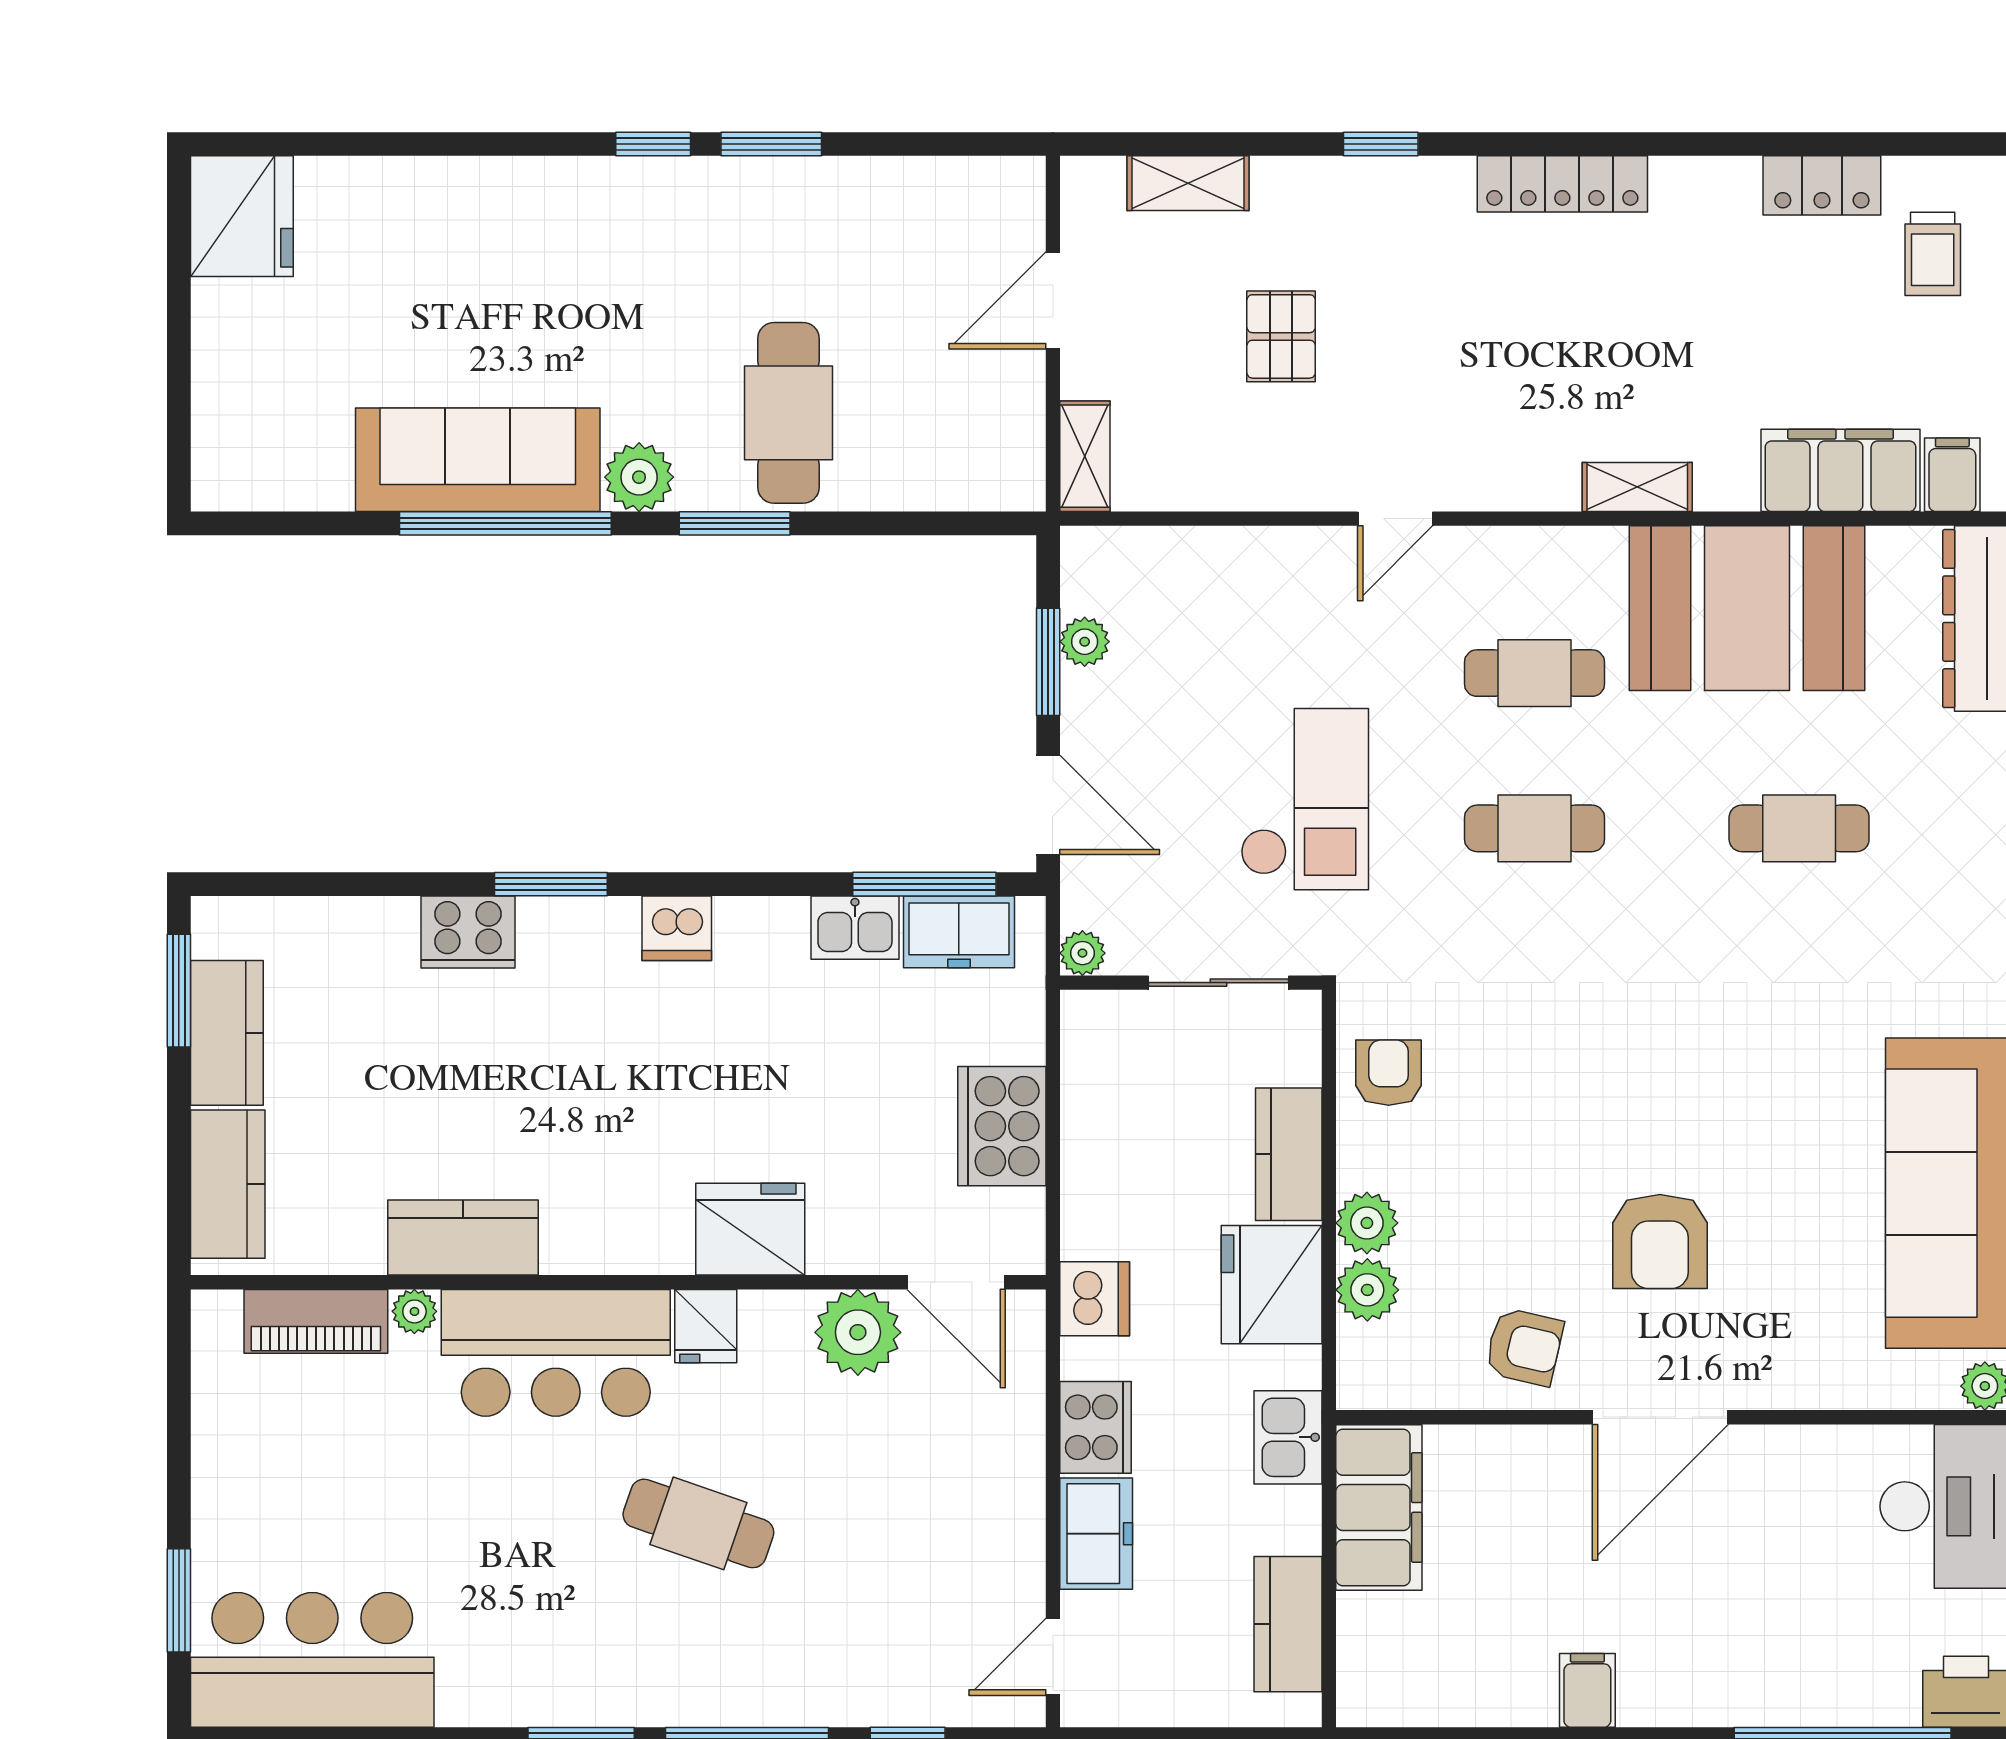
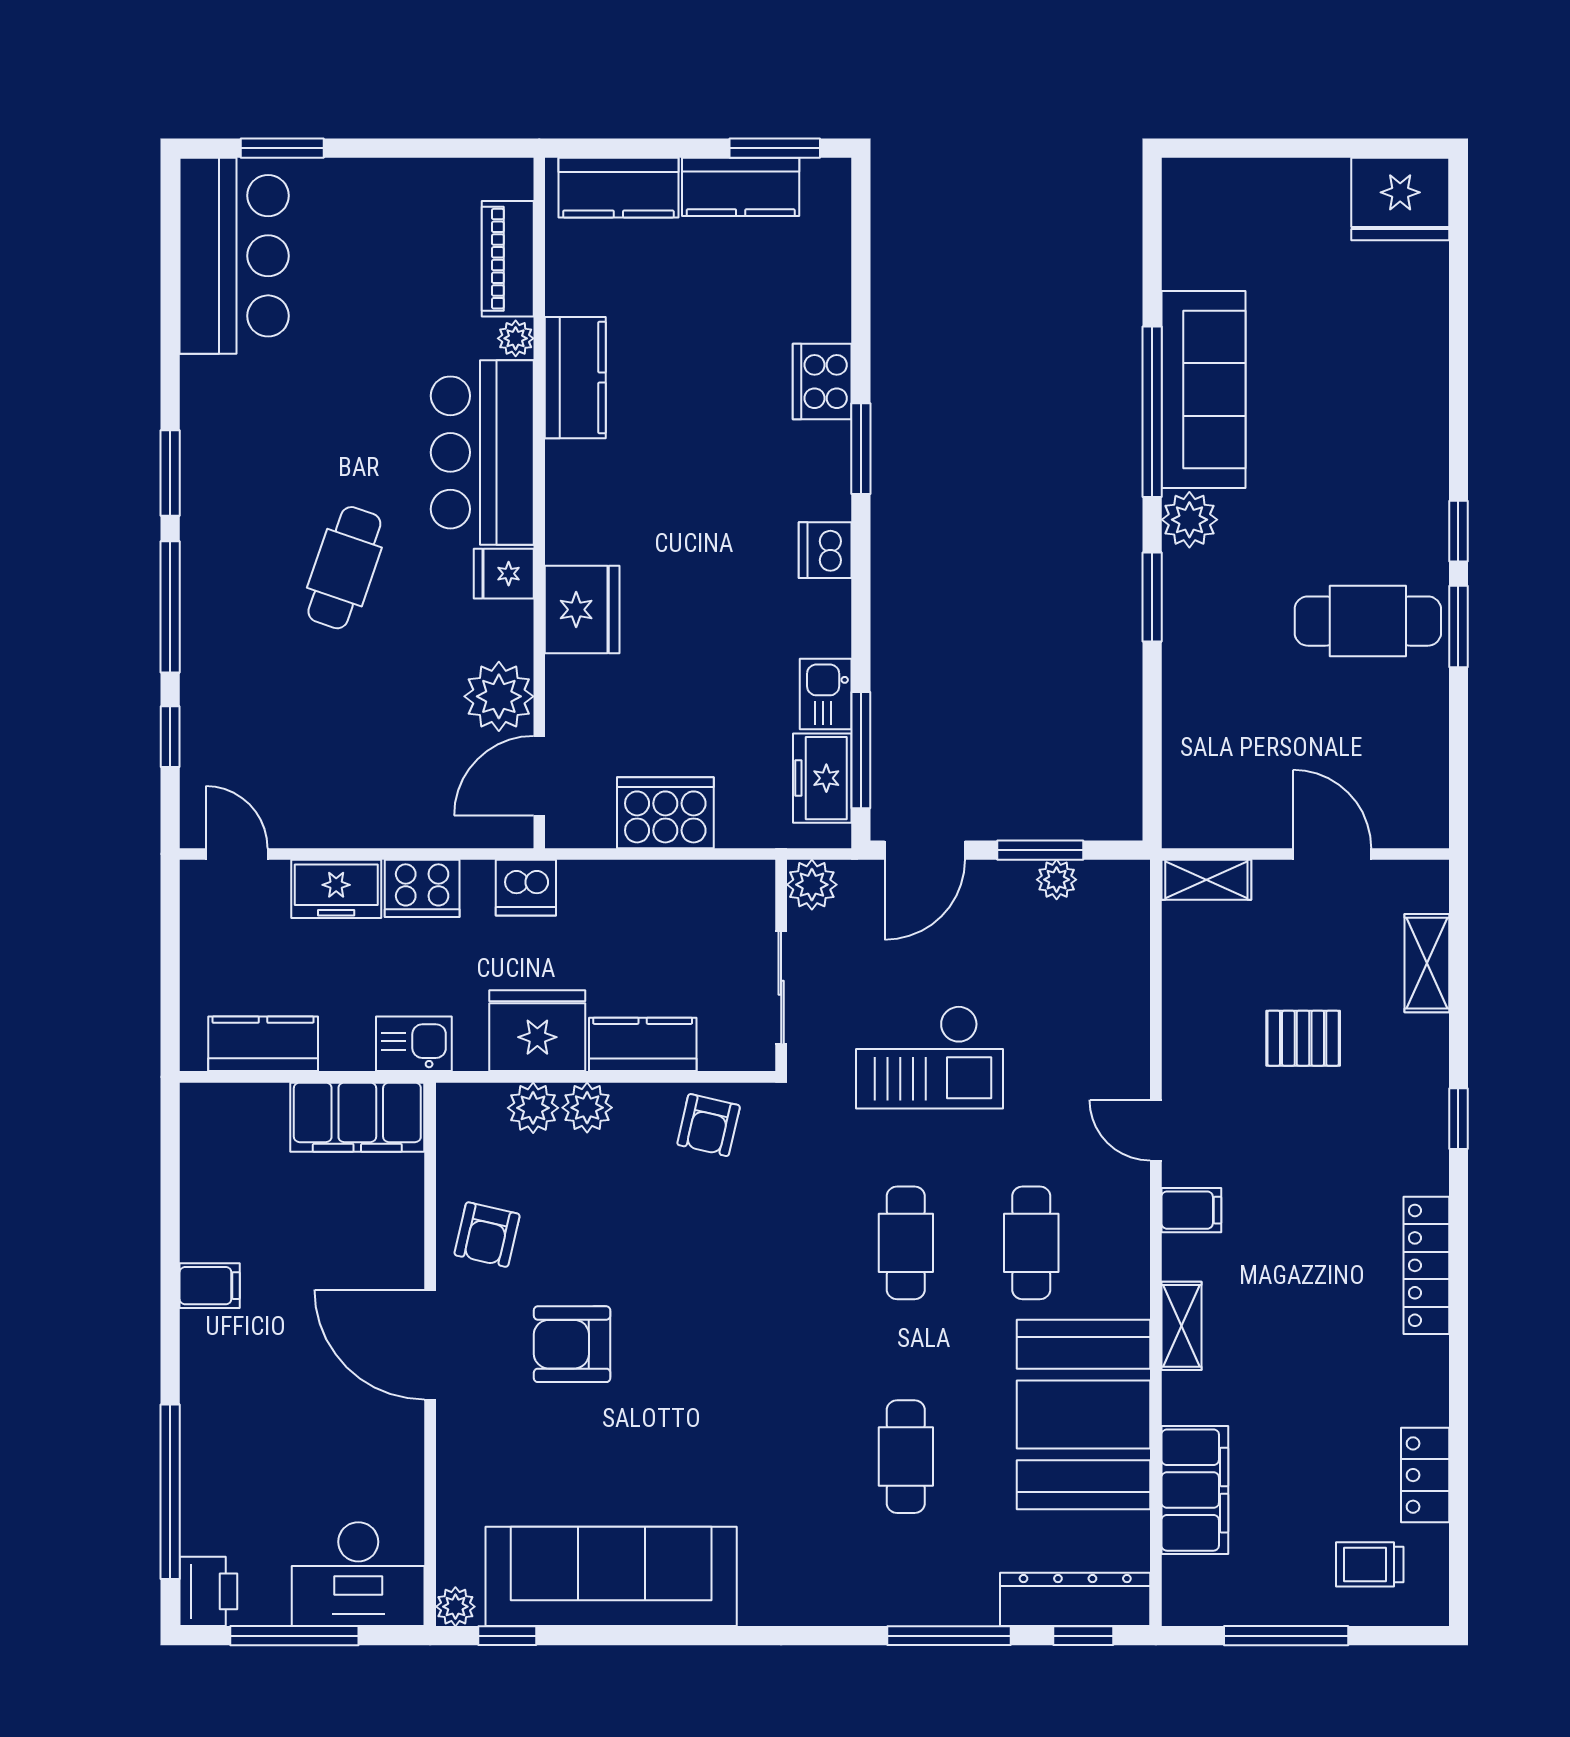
cafe table: (789, 413) -> (1368, 621), moved
filing cabinet: (1952, 475) -> (1191, 1210), moved
plant: (1082, 953) -> (812, 885), width x1.38, depth x1.38
armchair: (1389, 1073) -> (709, 1125), turned 103

